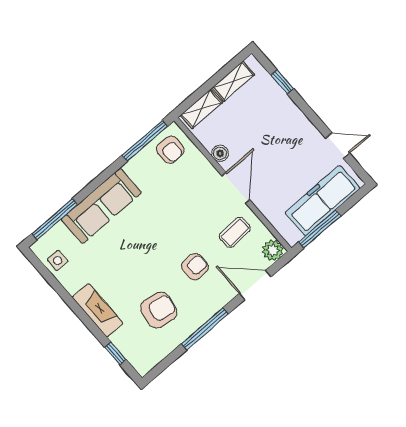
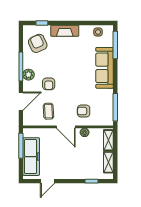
armchair: (170, 150) -> (84, 111), moved
plant: (273, 250) -> (29, 75), moved
armchair: (159, 310) -> (38, 43), moved, turned 146

